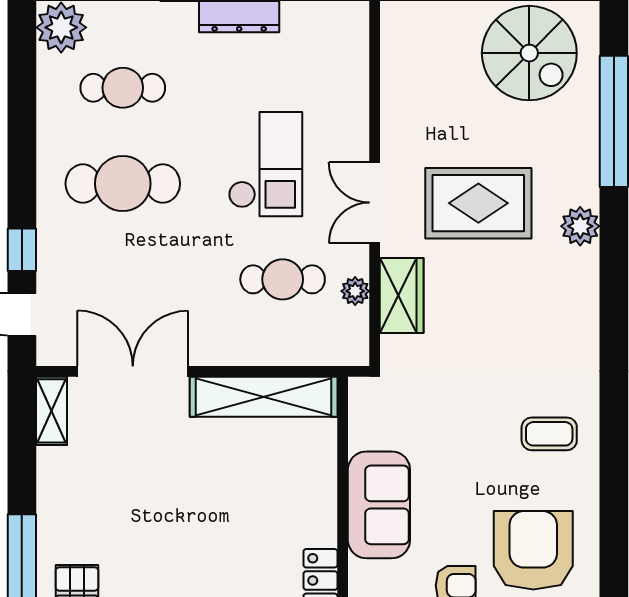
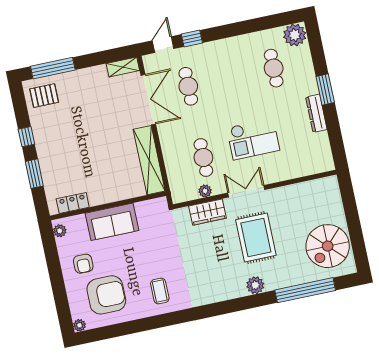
cafe table: (123, 184) -> (188, 86), moved, width x0.73, depth x0.74

